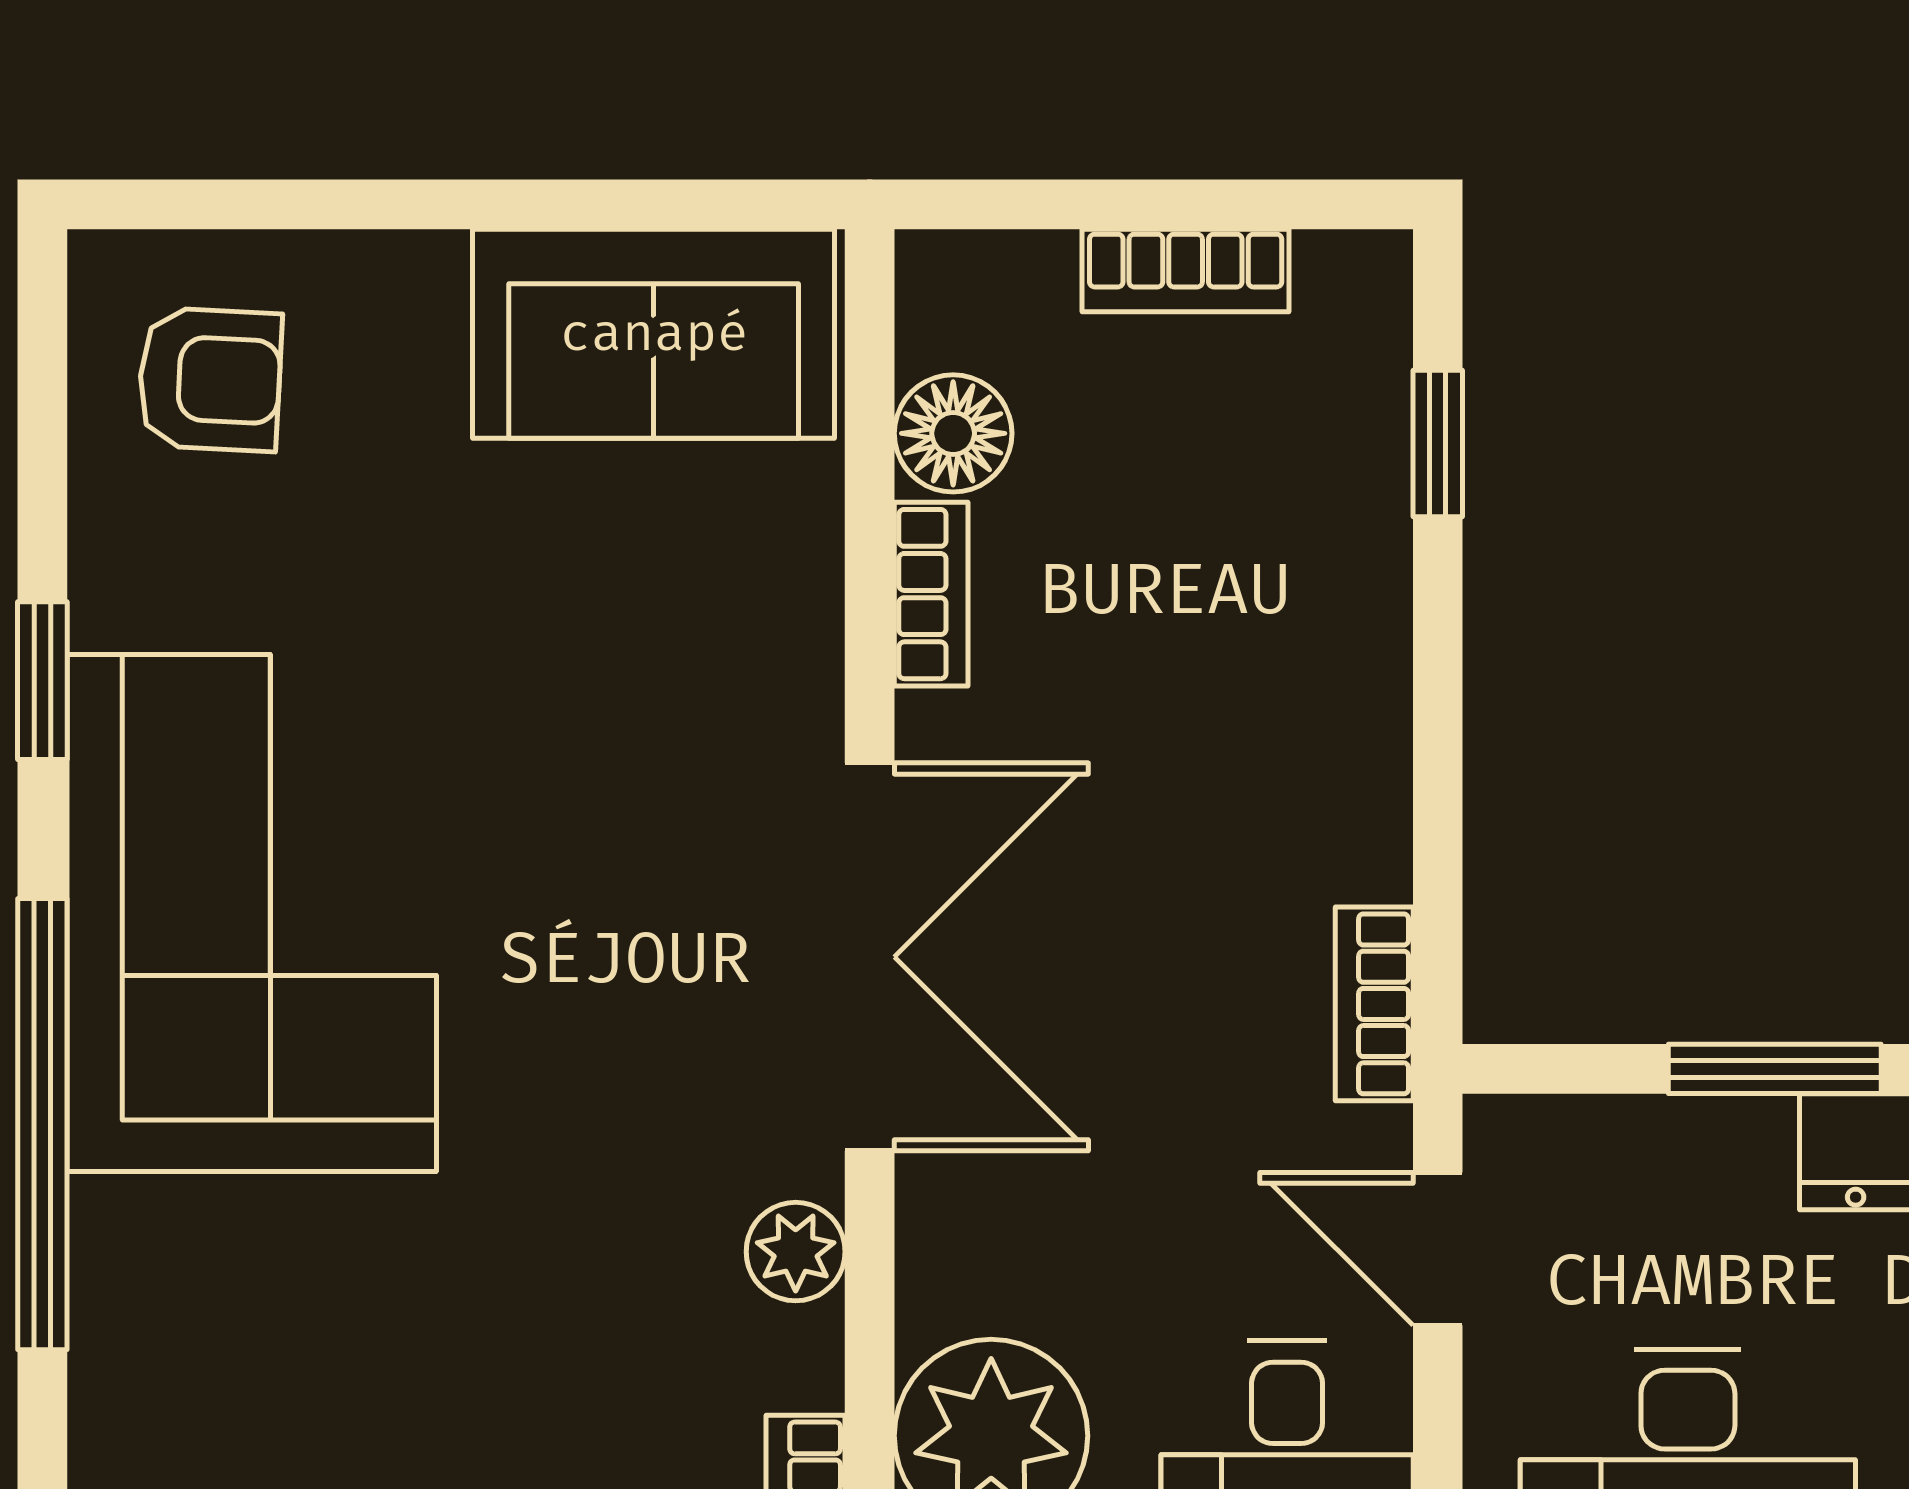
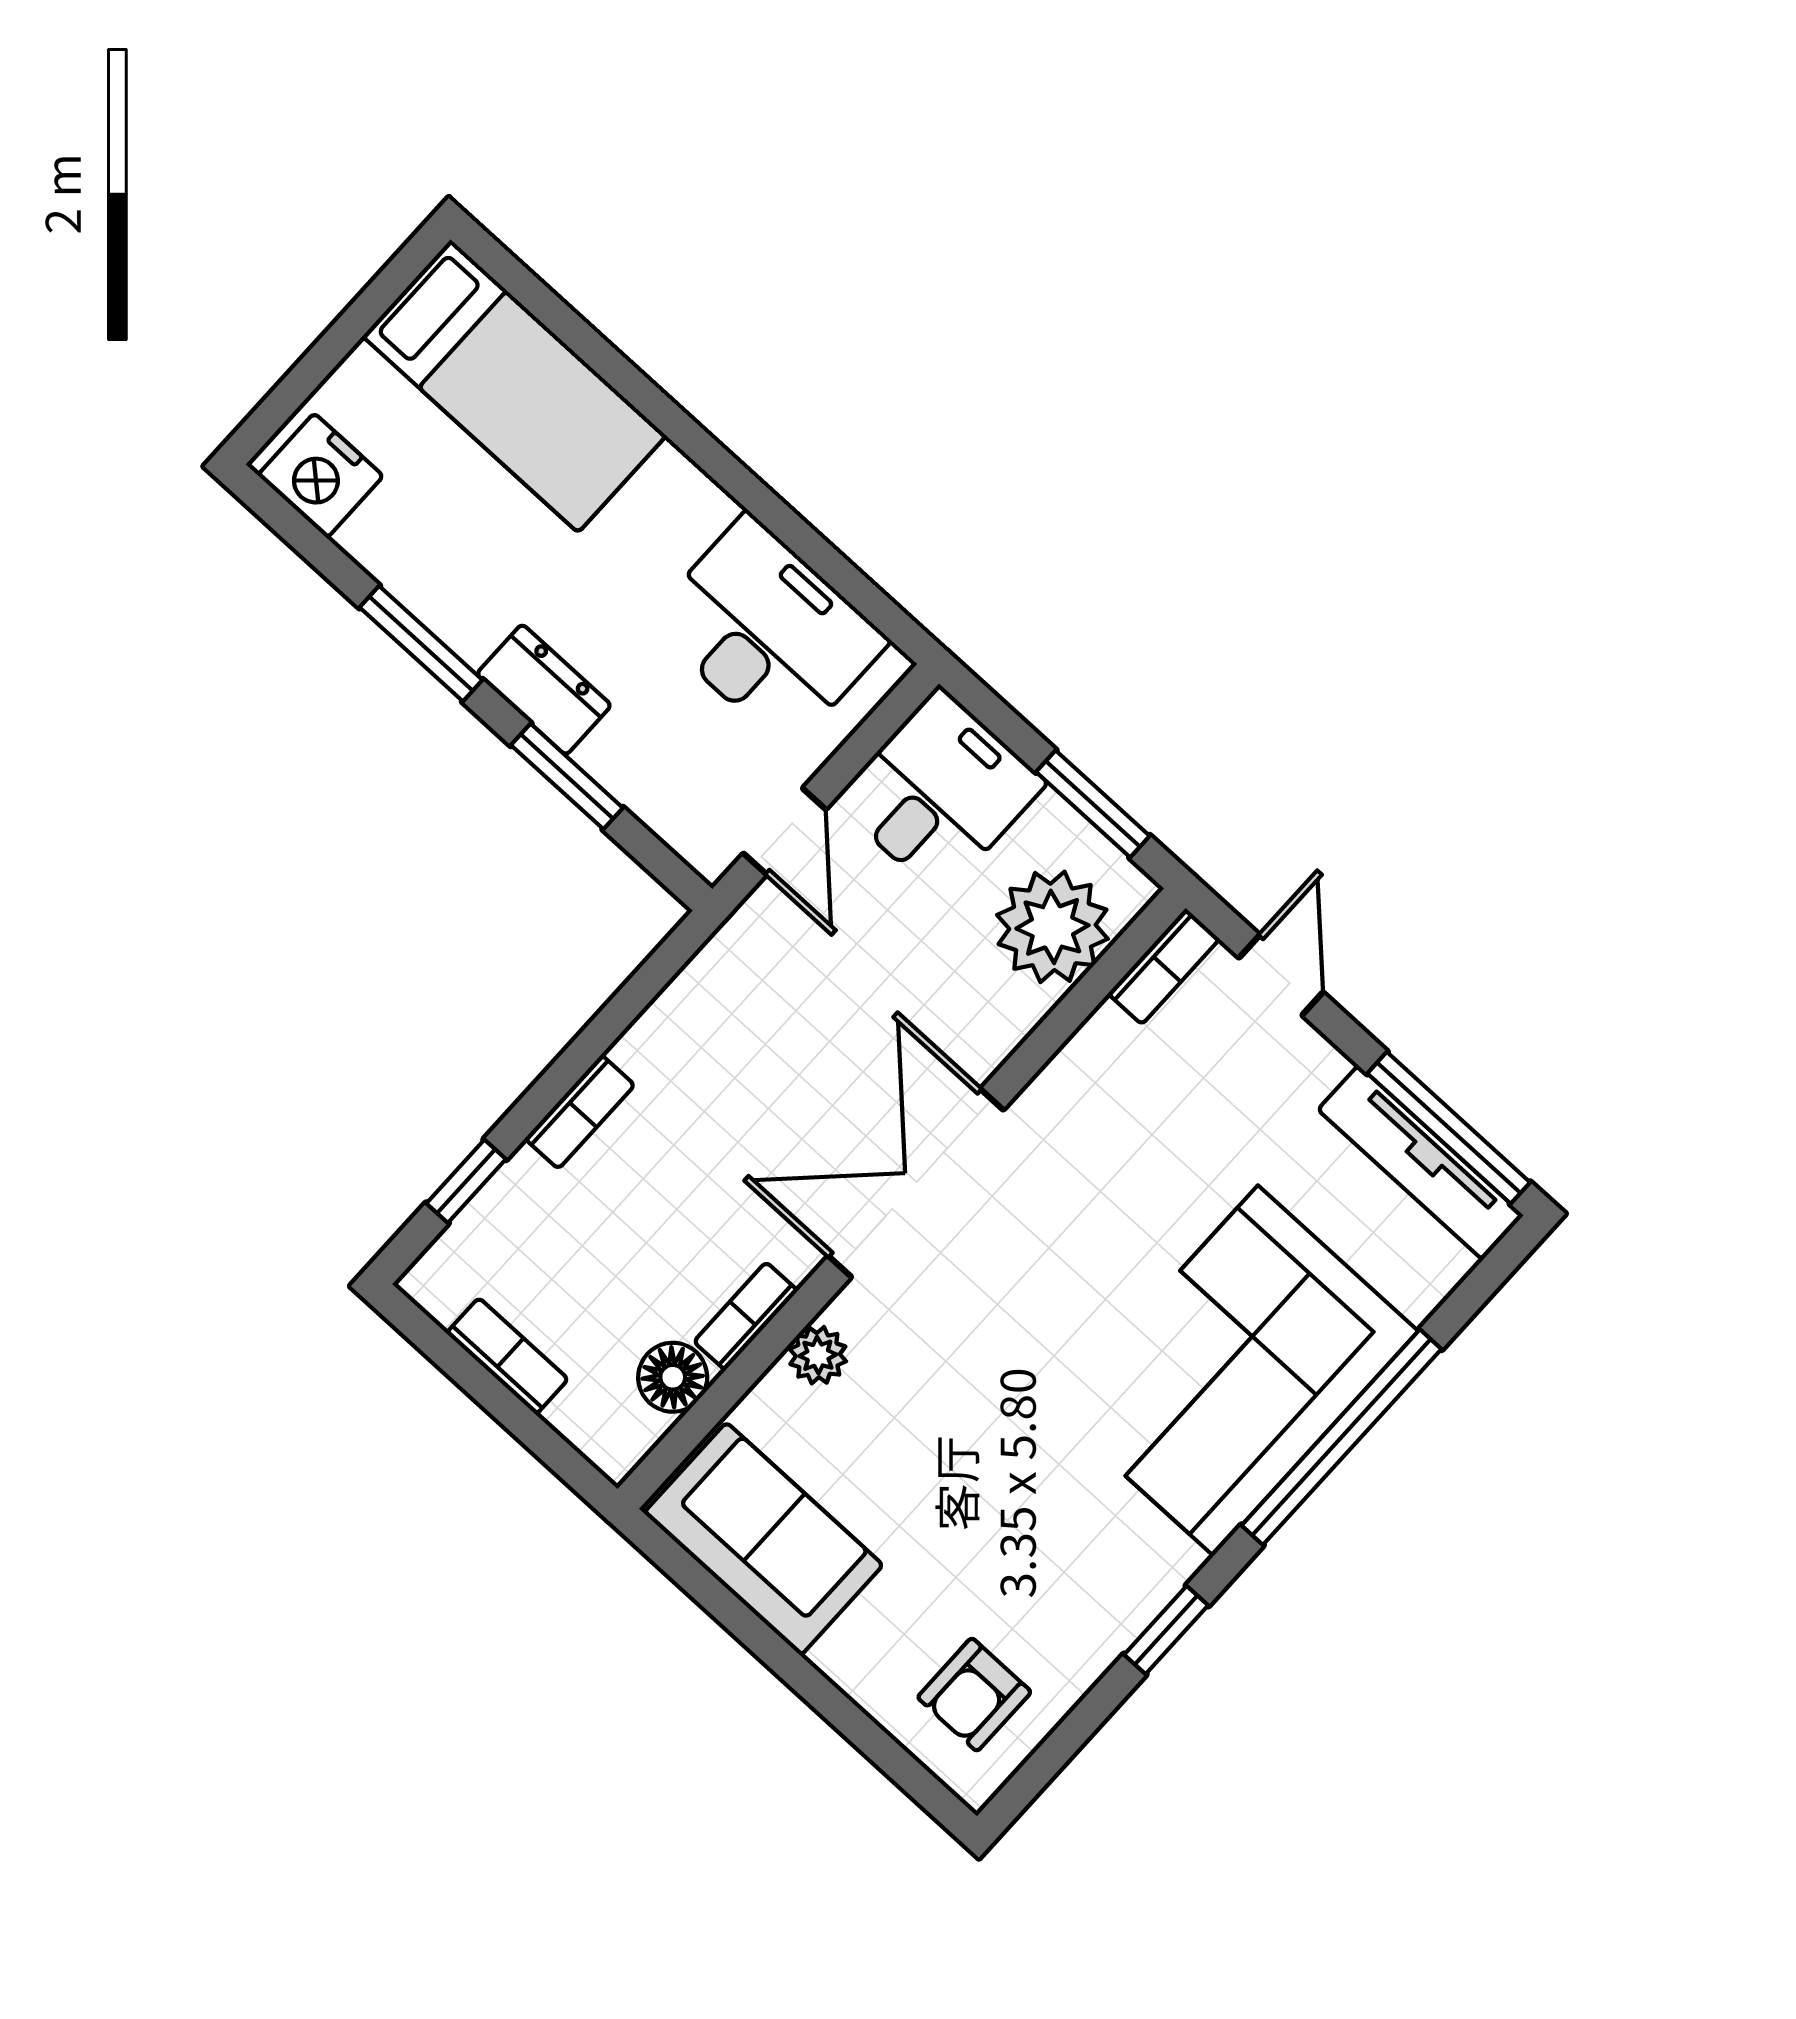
armchair: (210, 379) -> (974, 1695), turned -93
corner sofa: (252, 913) -> (1236, 1371), moved
bookcase: (1374, 1004) -> (580, 1112), moved
plant: (796, 1252) -> (818, 1355), moved

